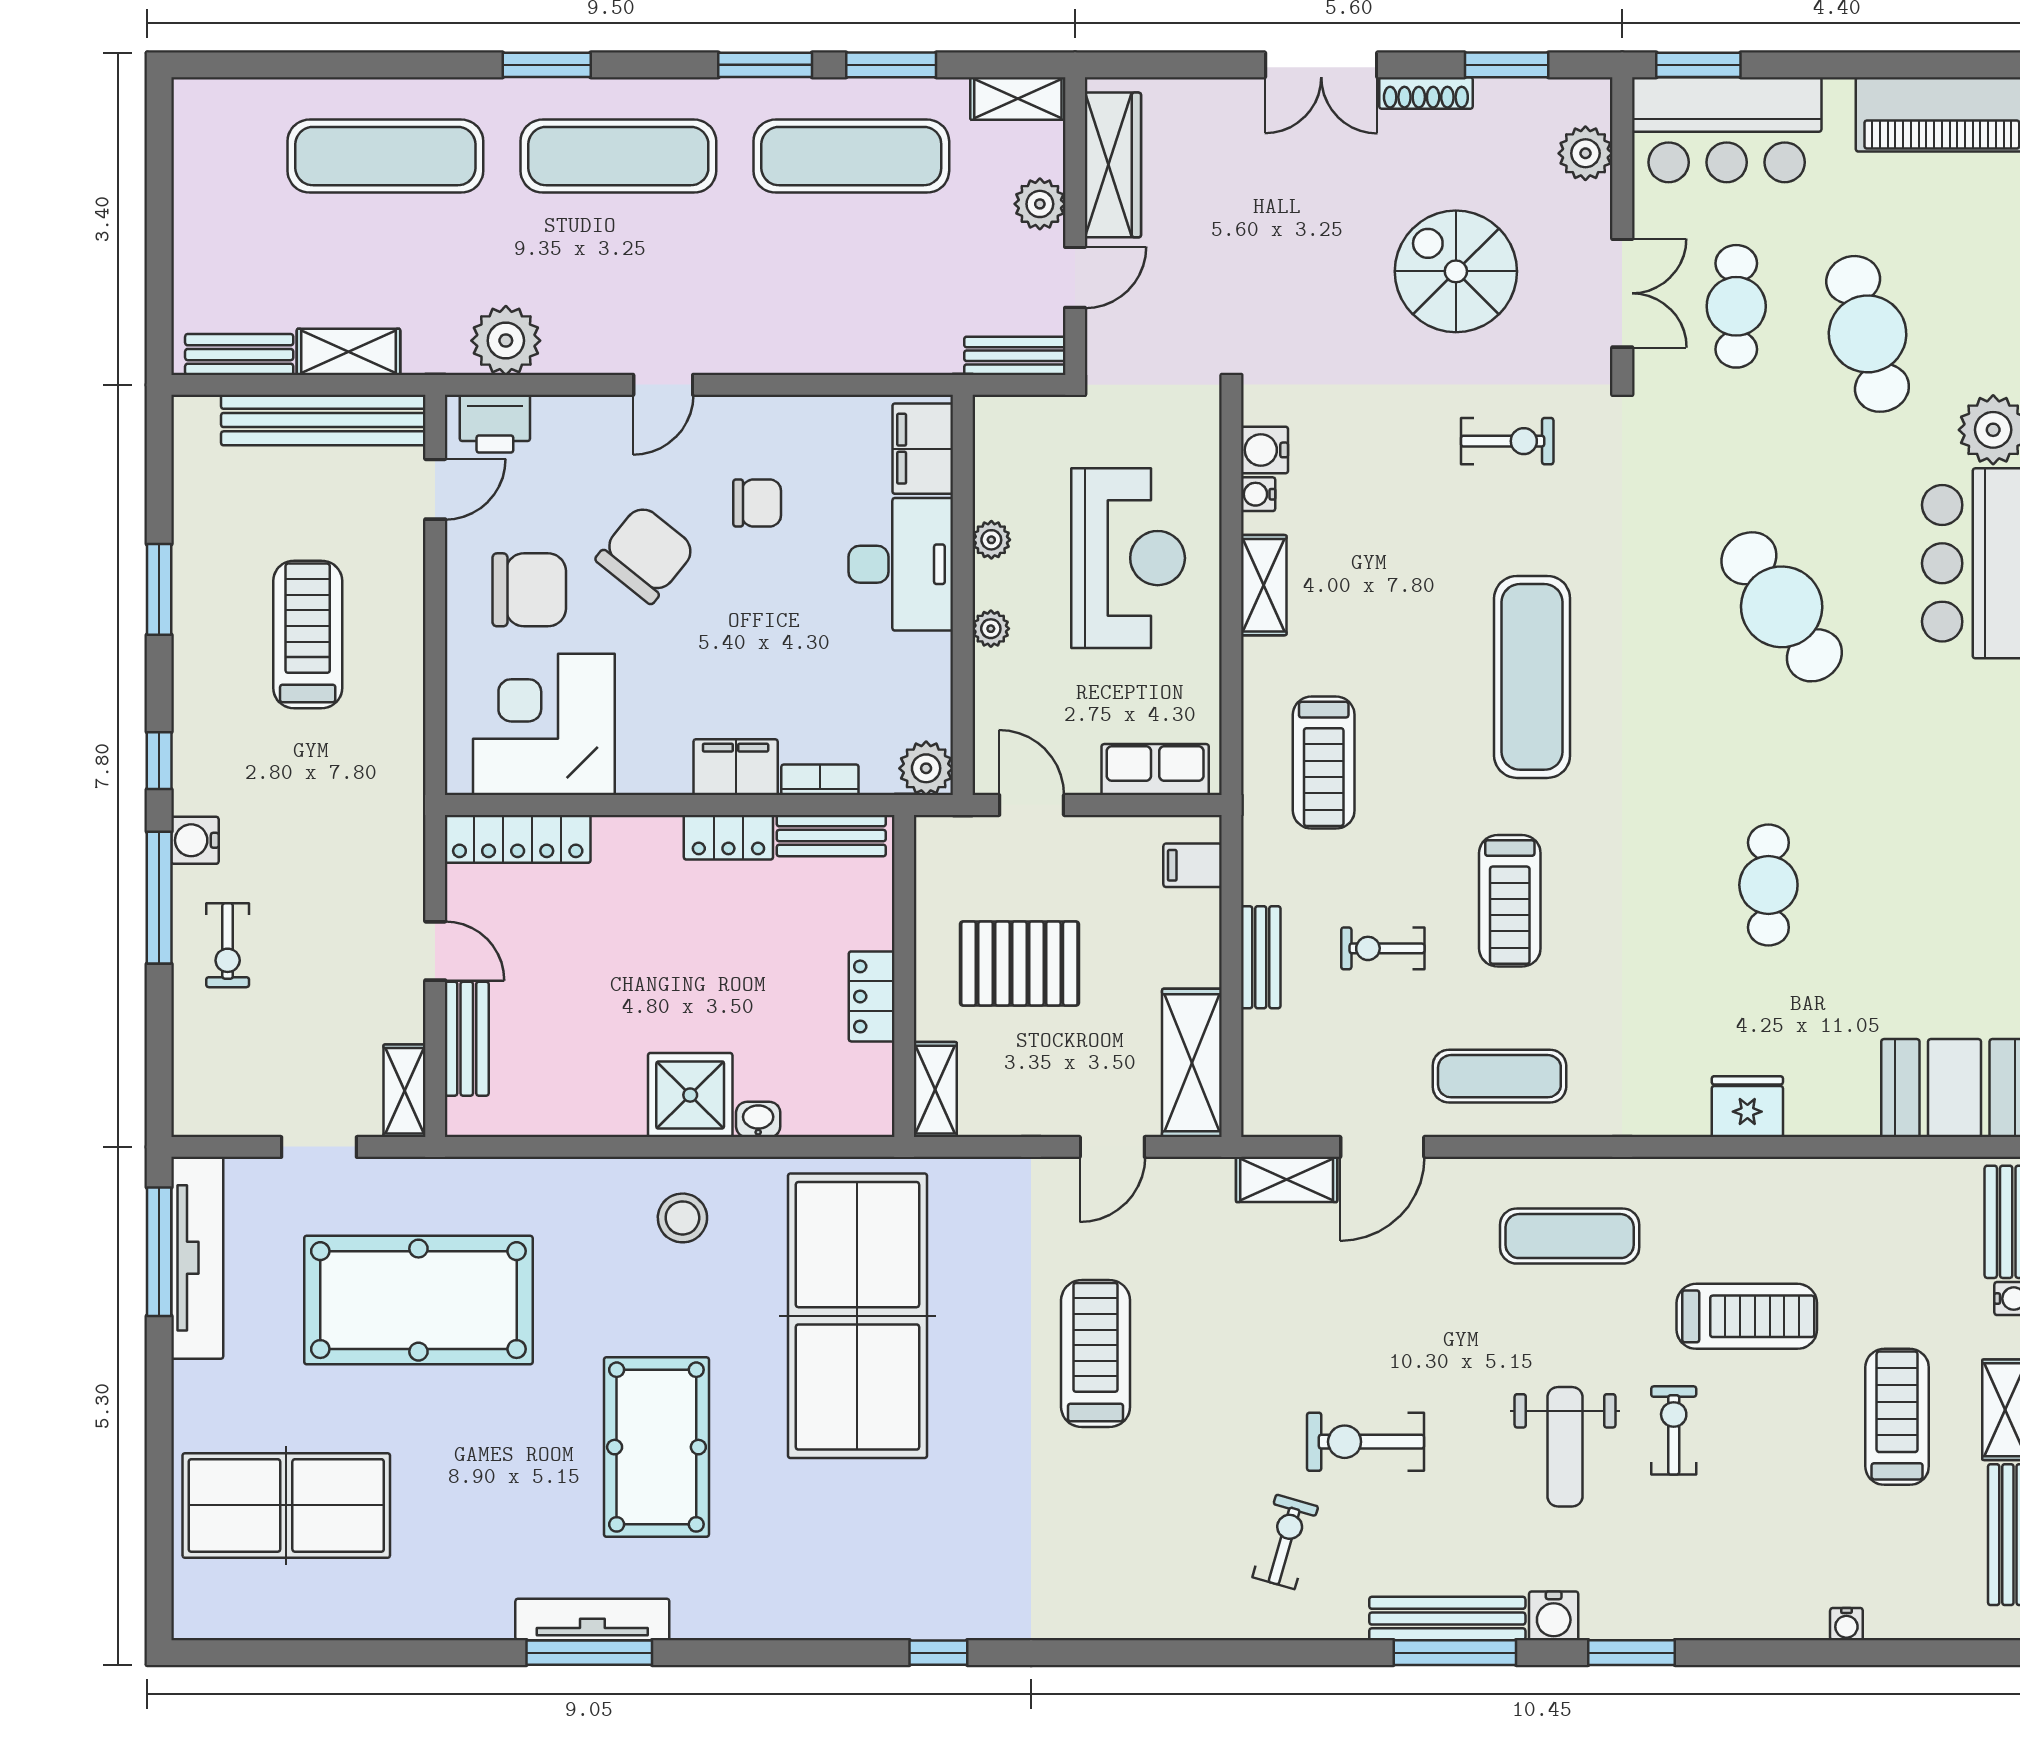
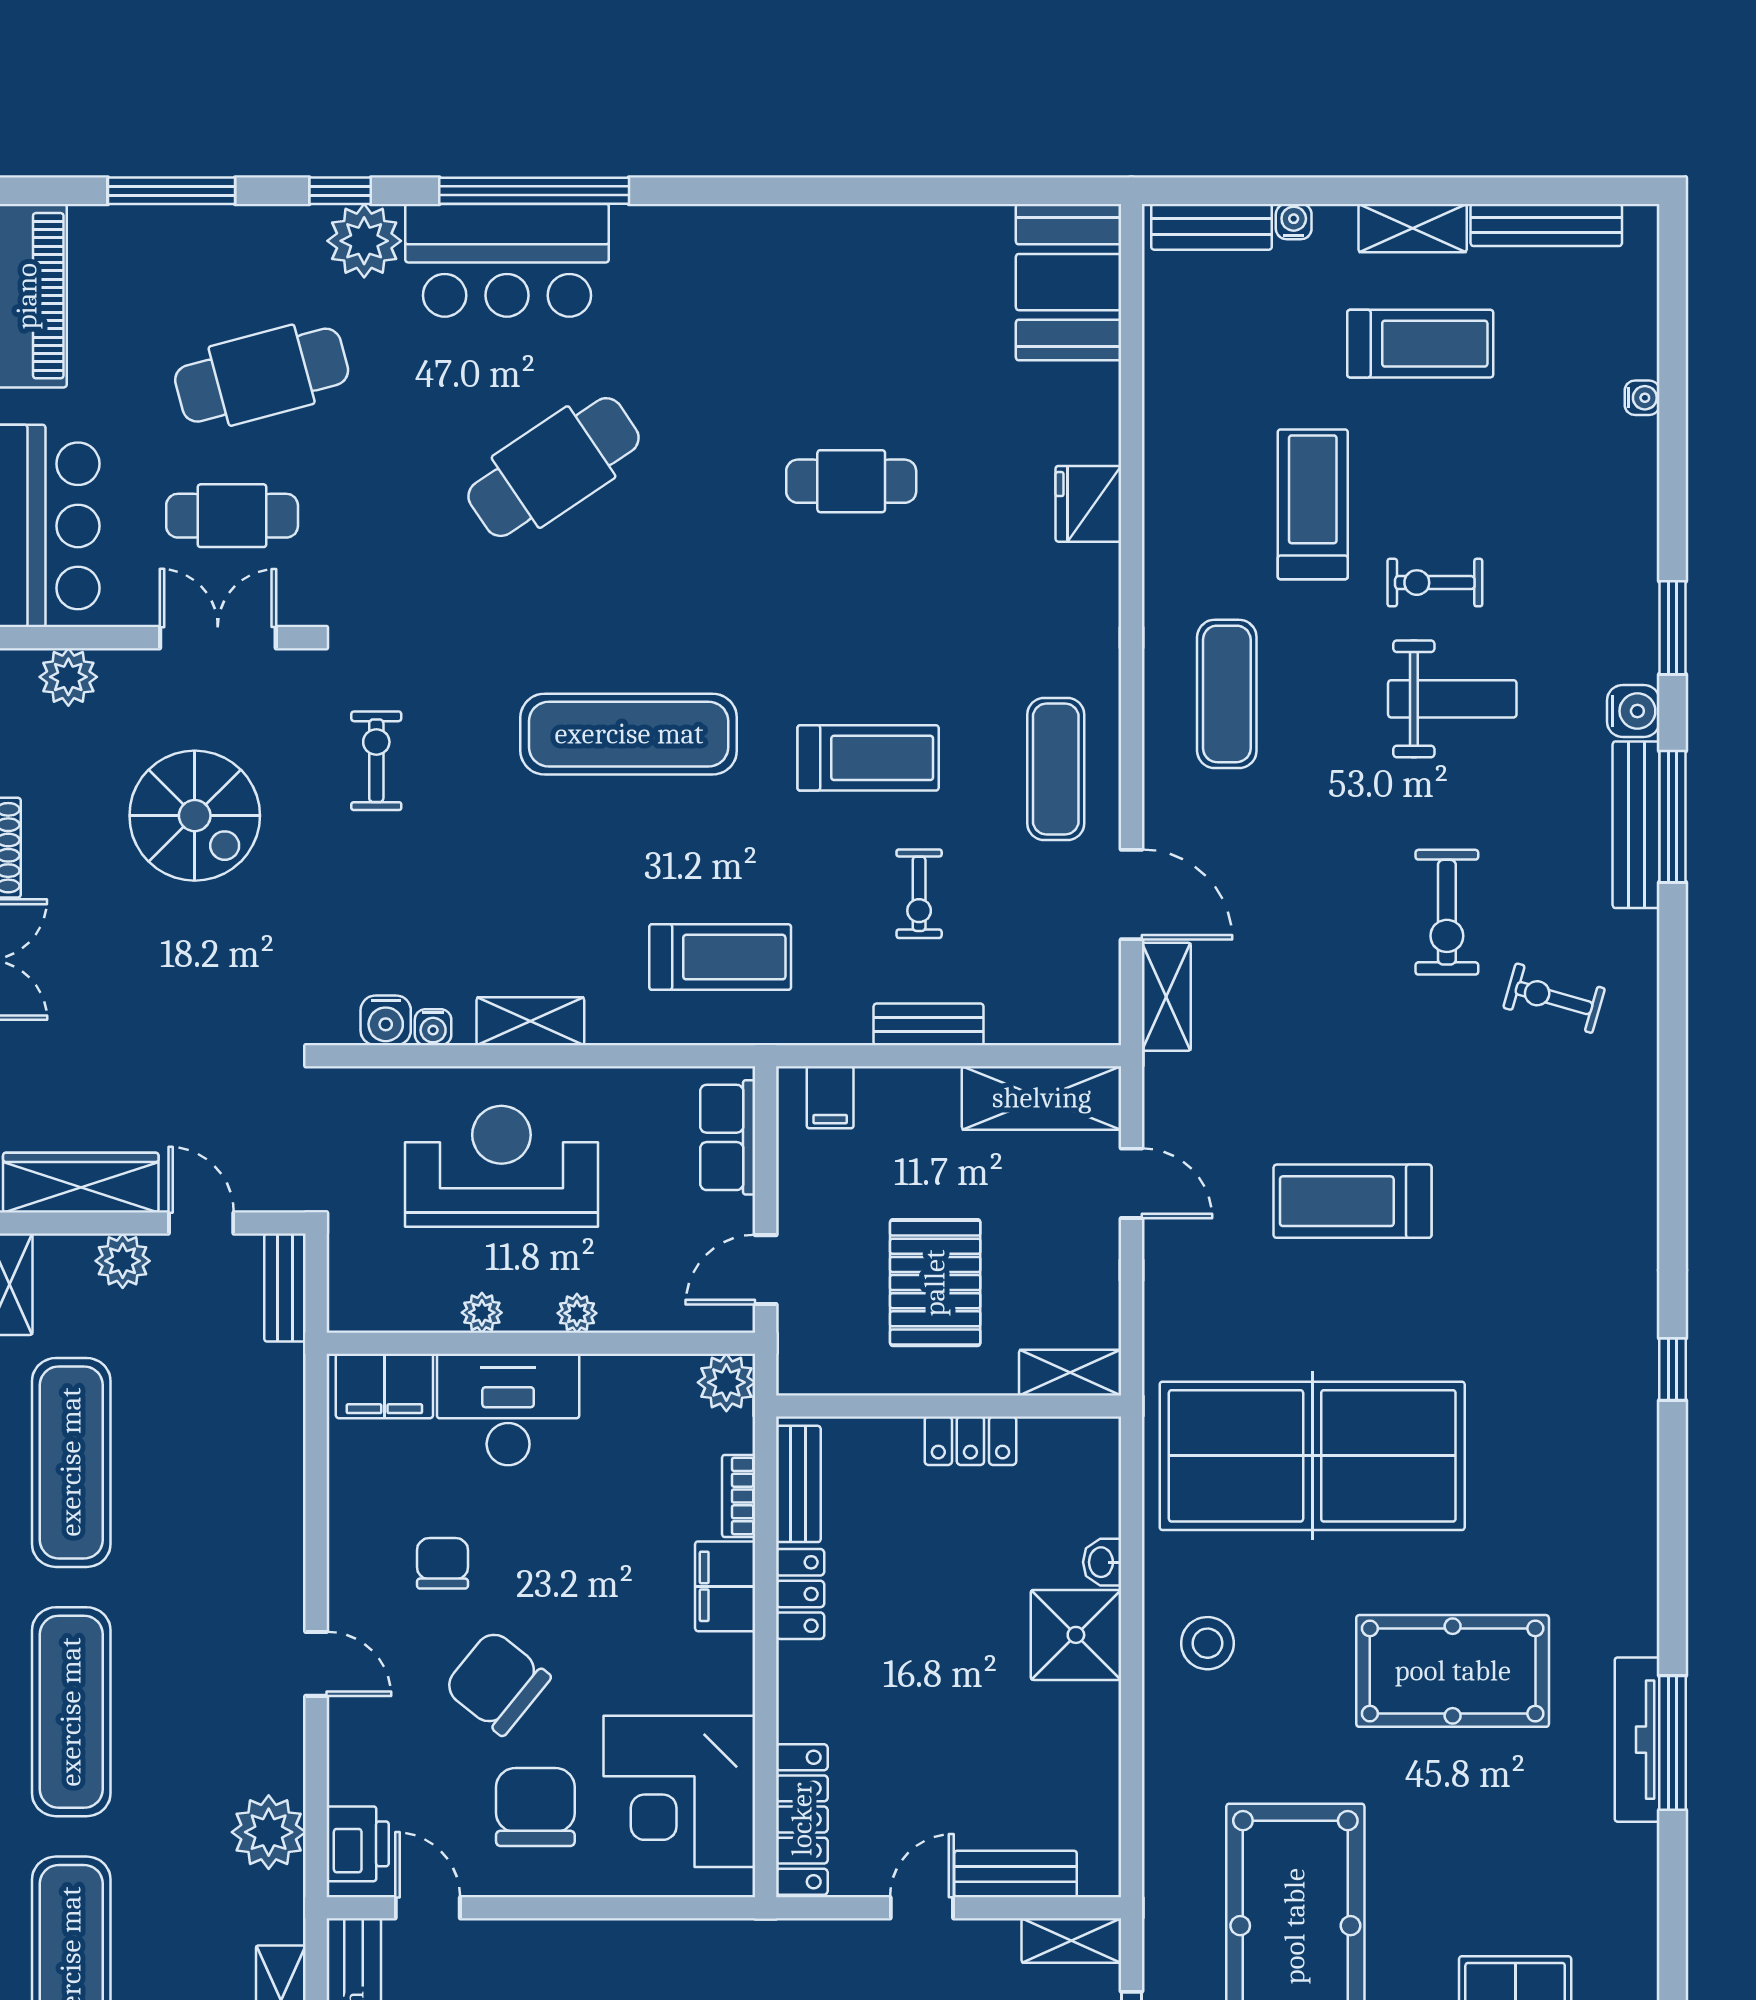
spiral stairs: (1456, 271) -> (195, 816), turned -90
treadmill: (1897, 1417) -> (1420, 344), turned 180

